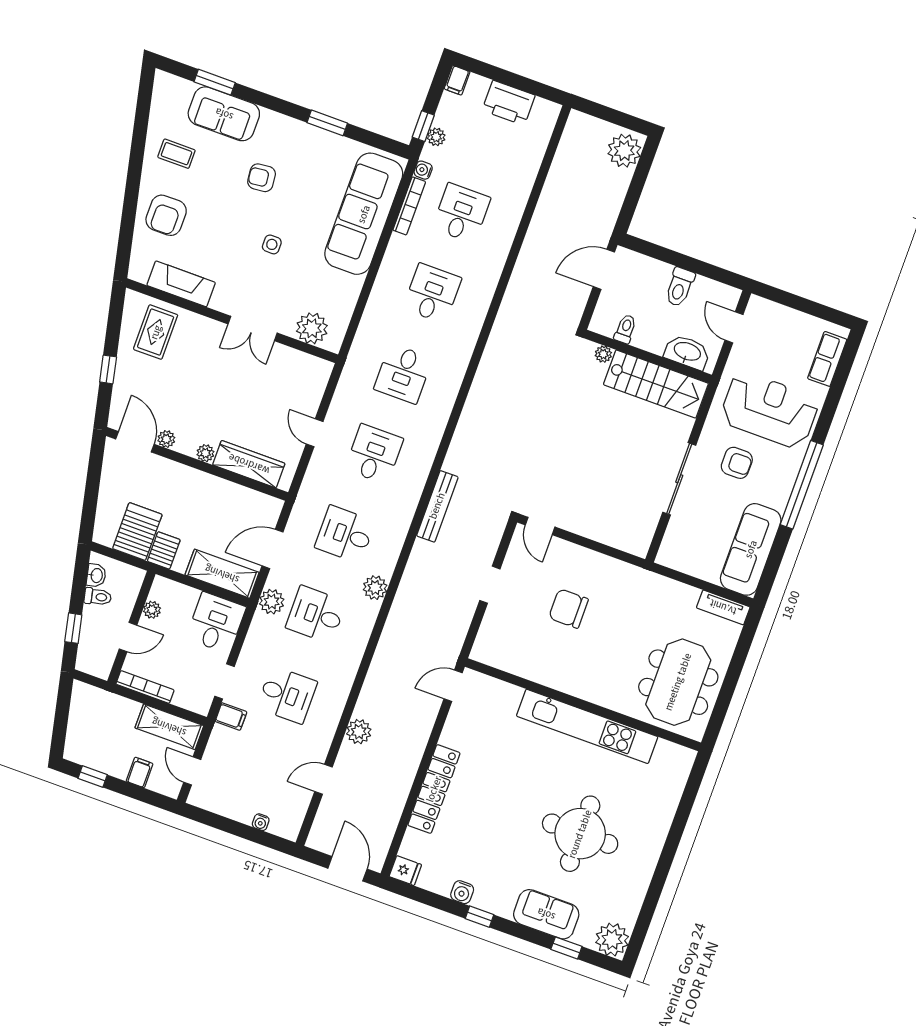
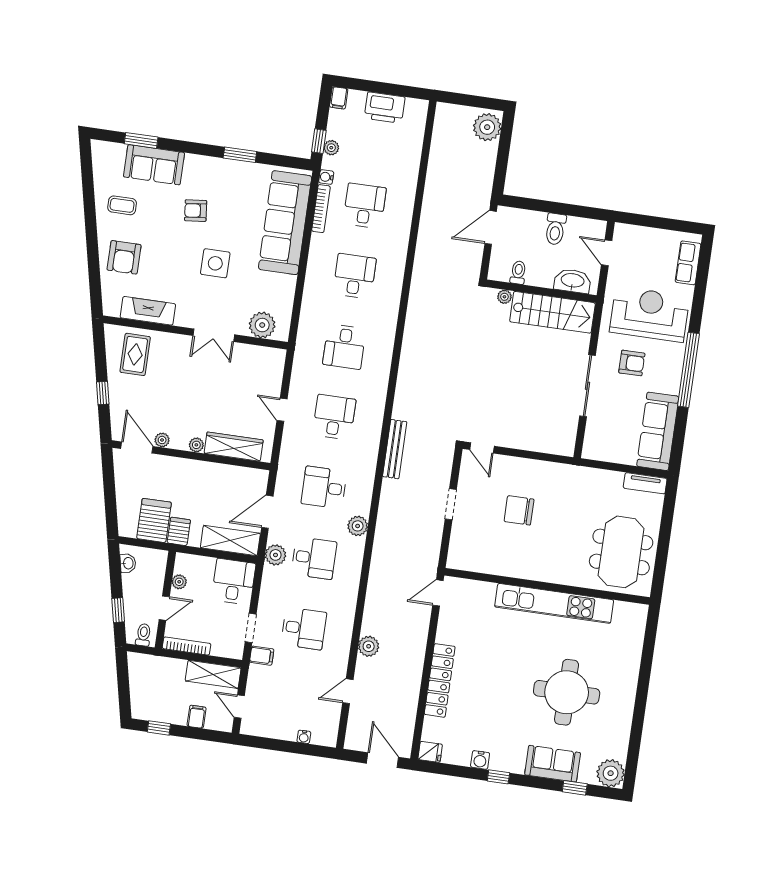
side table: (272, 244) -> (215, 263), width x1.87, depth x1.87
toilet: (98, 597) -> (143, 635), moved, turned -78
desk: (316, 615) -> (314, 558), turned 180

